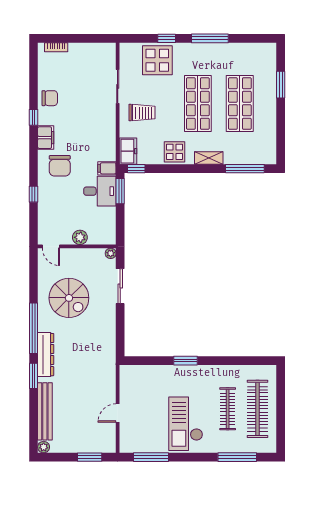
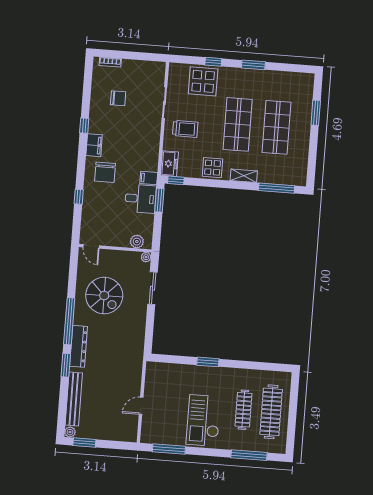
window: (210, 38) -> (253, 65), width x0.69
chair: (50, 98) -> (118, 98), moved
plant: (80, 237) -> (137, 242), moved
window: (90, 457) -> (84, 442), moved

